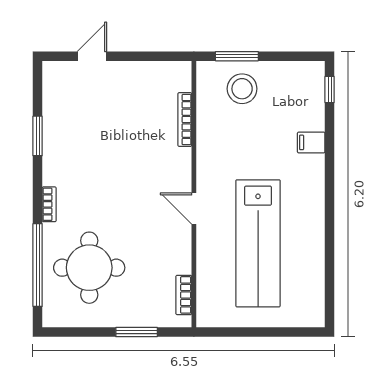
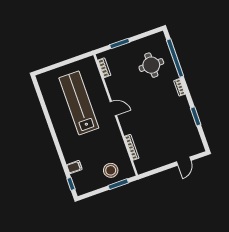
filing cabinet: (311, 142) -> (74, 167), moved
round table: (89, 268) -> (151, 65), width x0.73, depth x0.73

